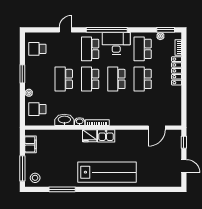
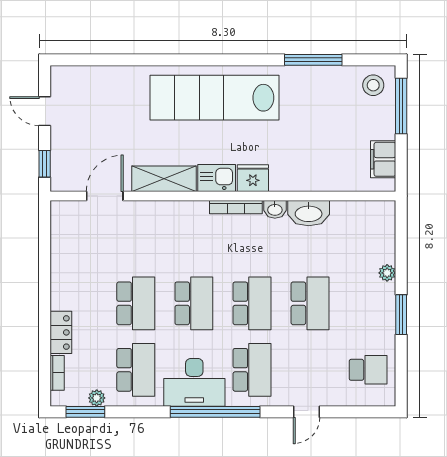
locker: (177, 71) -> (61, 332), width x0.66
school desk: (37, 109) -> (368, 237), removed
shelving: (130, 135) -> (164, 179), added

